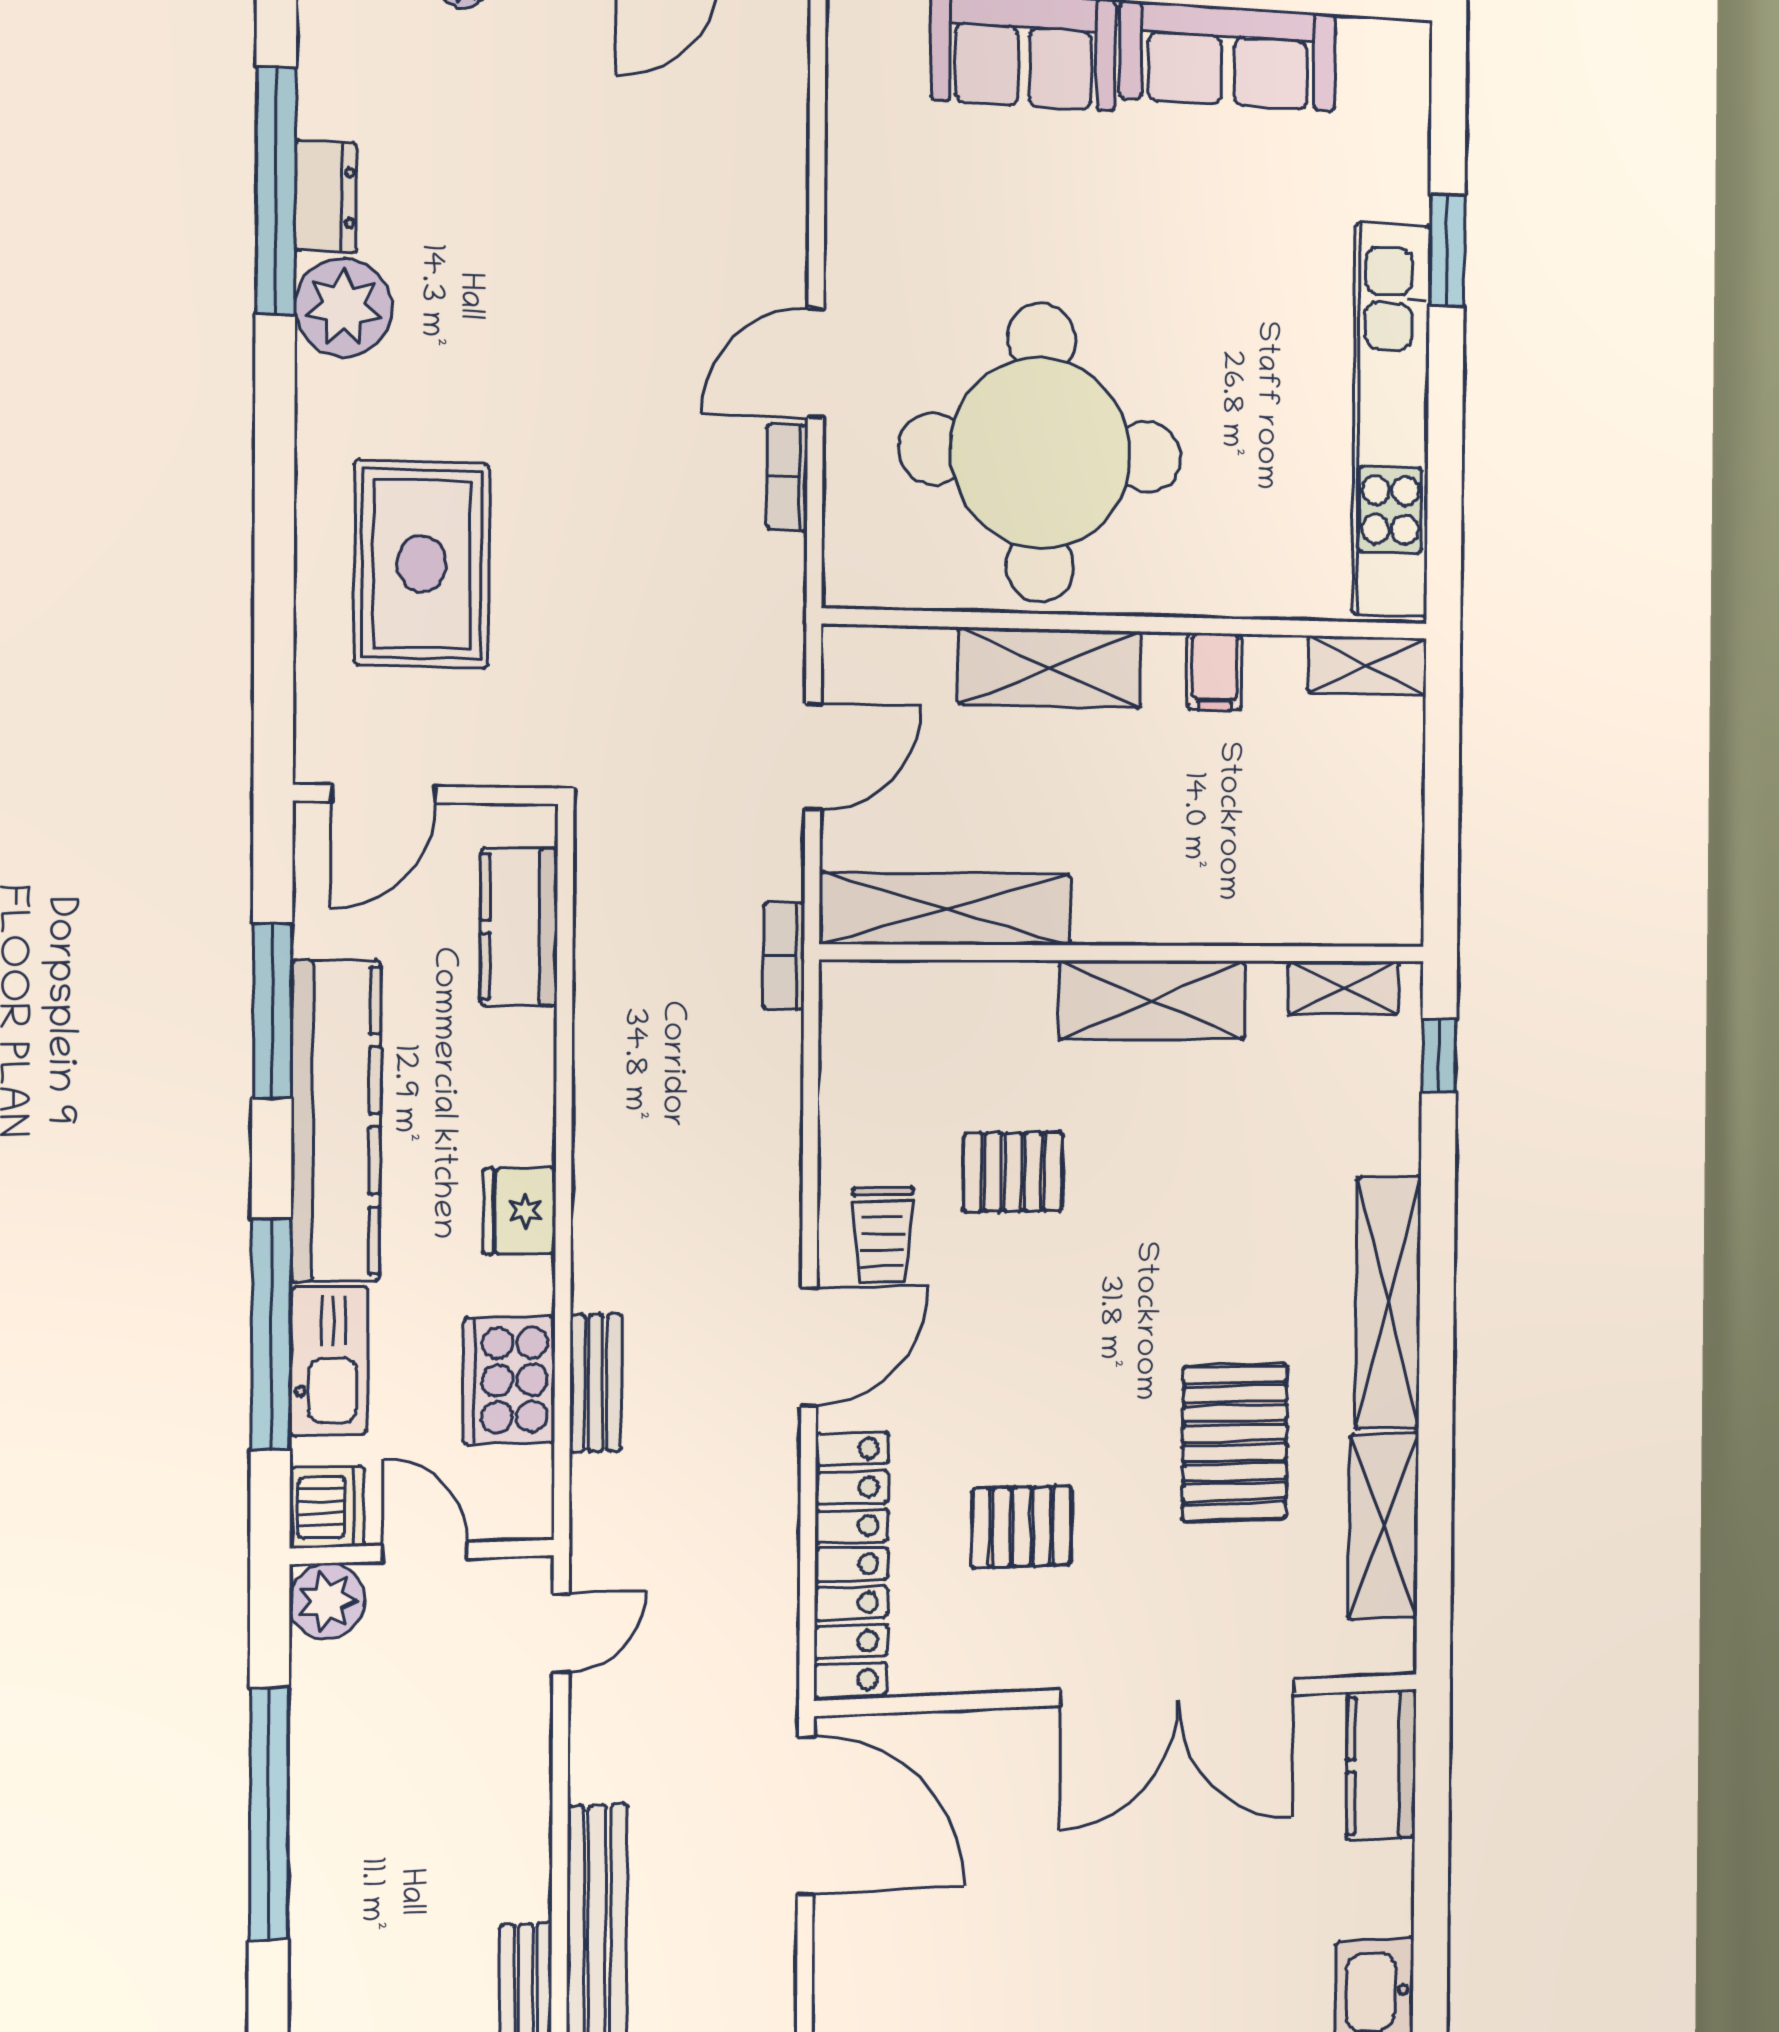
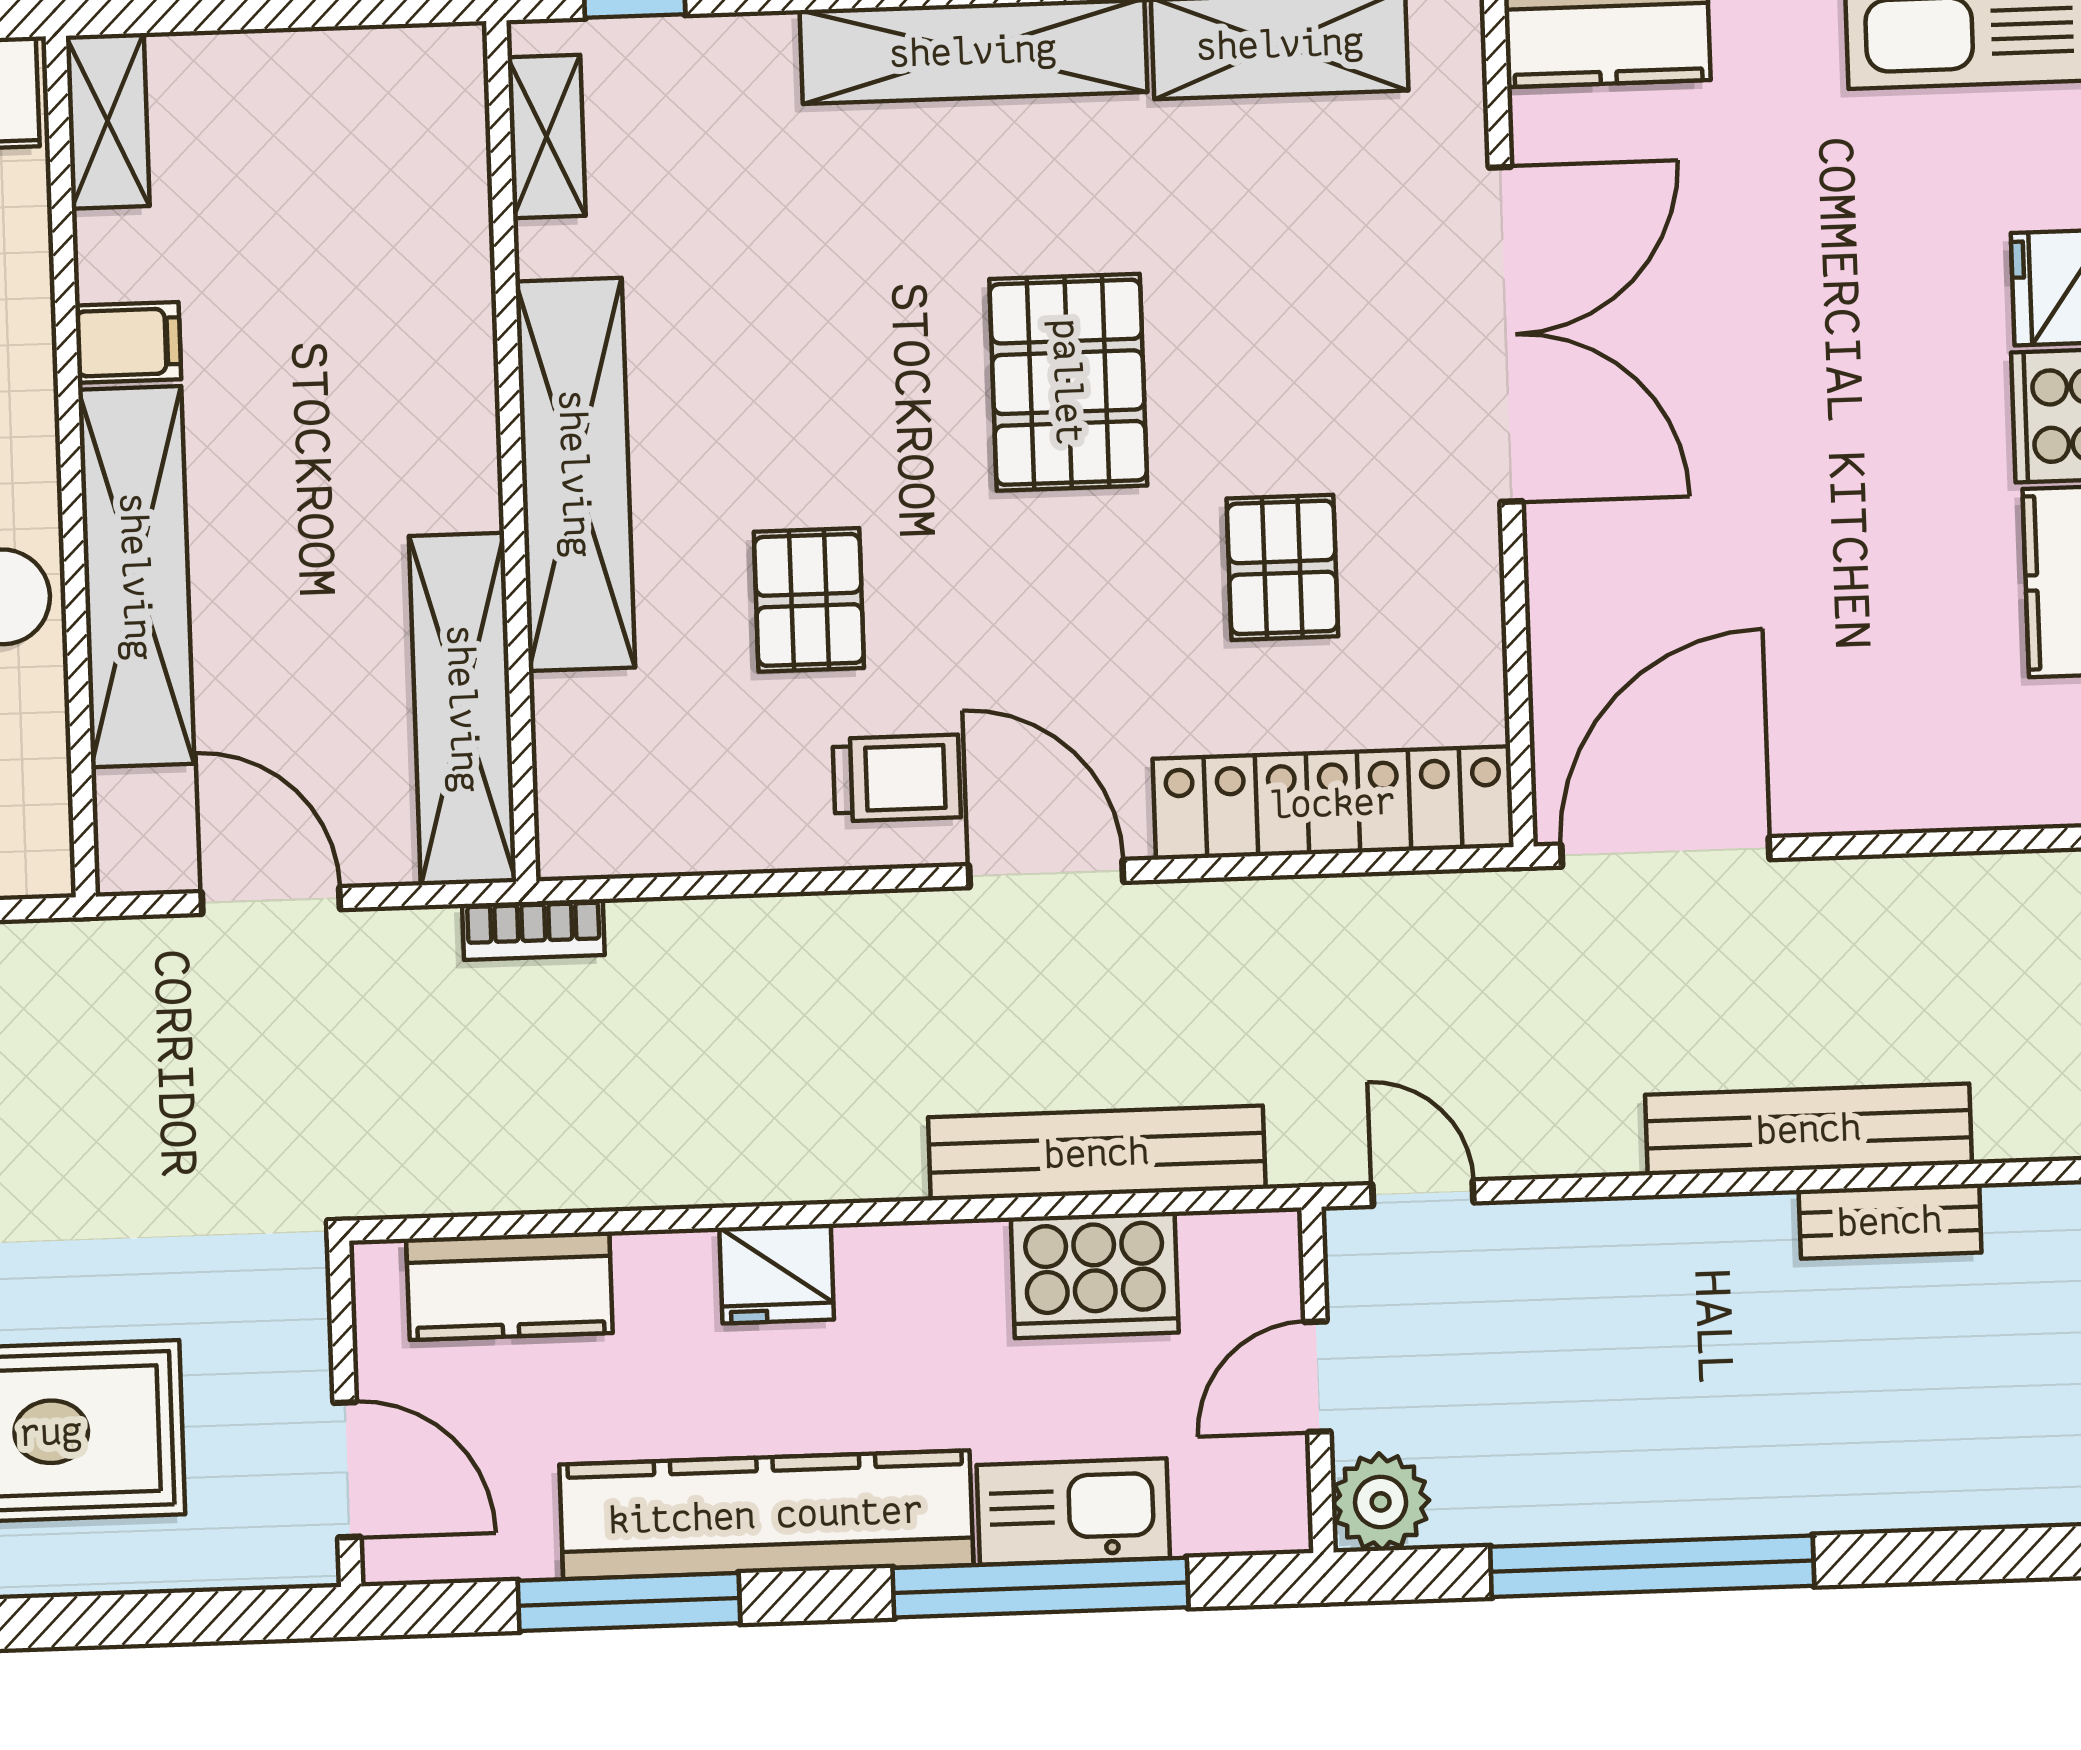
shelving: (1050, 668) -> (136, 577), width x1.47
shelving: (1152, 1000) -> (575, 474), width x1.47
fridge: (520, 1211) -> (777, 1274), moved
bench: (596, 1383) -> (1097, 1153), width x1.86, depth x1.21
pallet: (1235, 1443) -> (1068, 382), moved, turned 90
dishwasher: (327, 1507) -> (1260, 1507), removed

